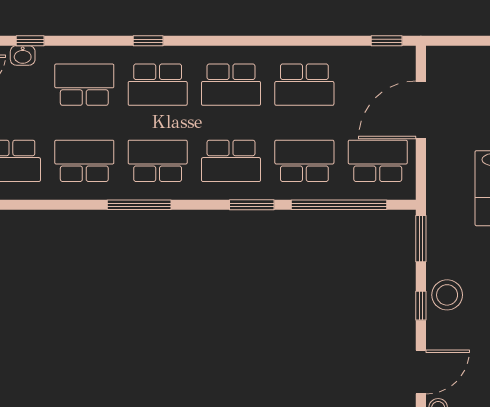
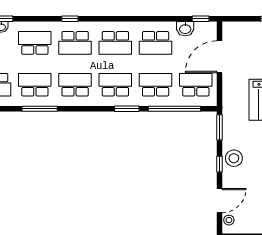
washbasin: (358, 59) -> (185, 29), added
school desk: (231, 161) -> (115, 85), turned 180
window: (139, 205) -> (40, 109), moved

